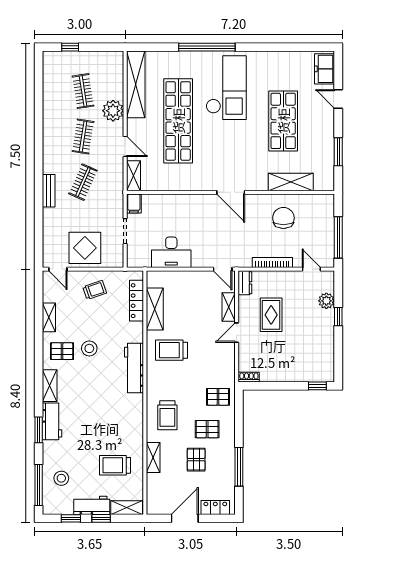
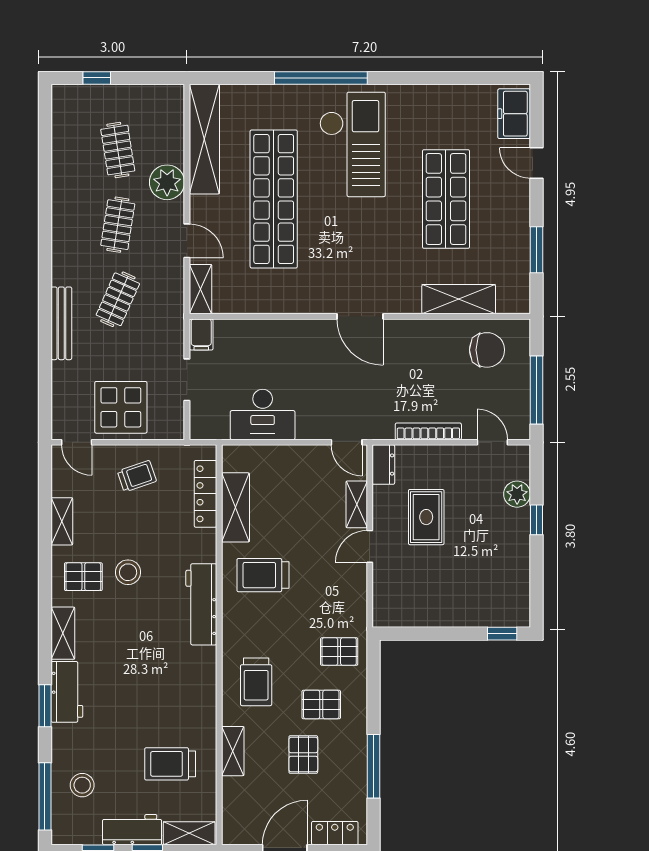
bench: (49, 191) -> (61, 323), width x1.36
chair: (283, 218) -> (487, 350), moved, turned 90
shoe rack: (249, 377) -> (390, 619), removed

